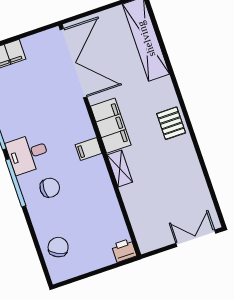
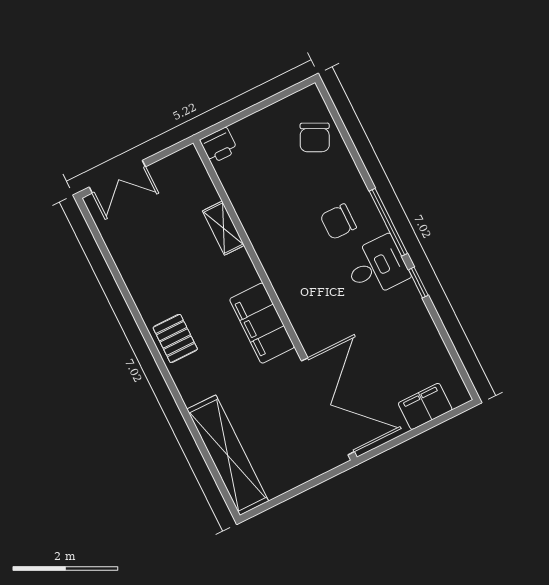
double door: (74, 63) -> (328, 406), swing flipped
filing cabinet: (89, 149) -> (290, 285), removed
shelving: (120, 168) -> (223, 228), moved

